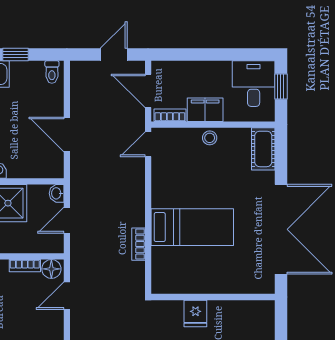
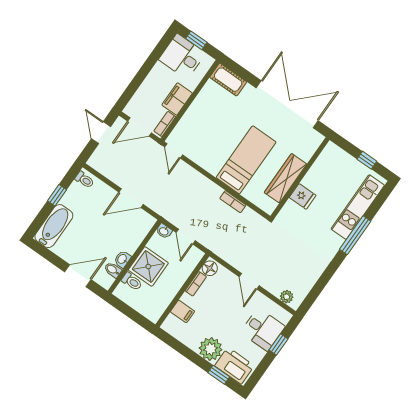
stool: (210, 138) -> (197, 109), removed
wardrobe: (202, 282) -> (286, 178), added
door: (67, 296) -> (249, 281), moved

